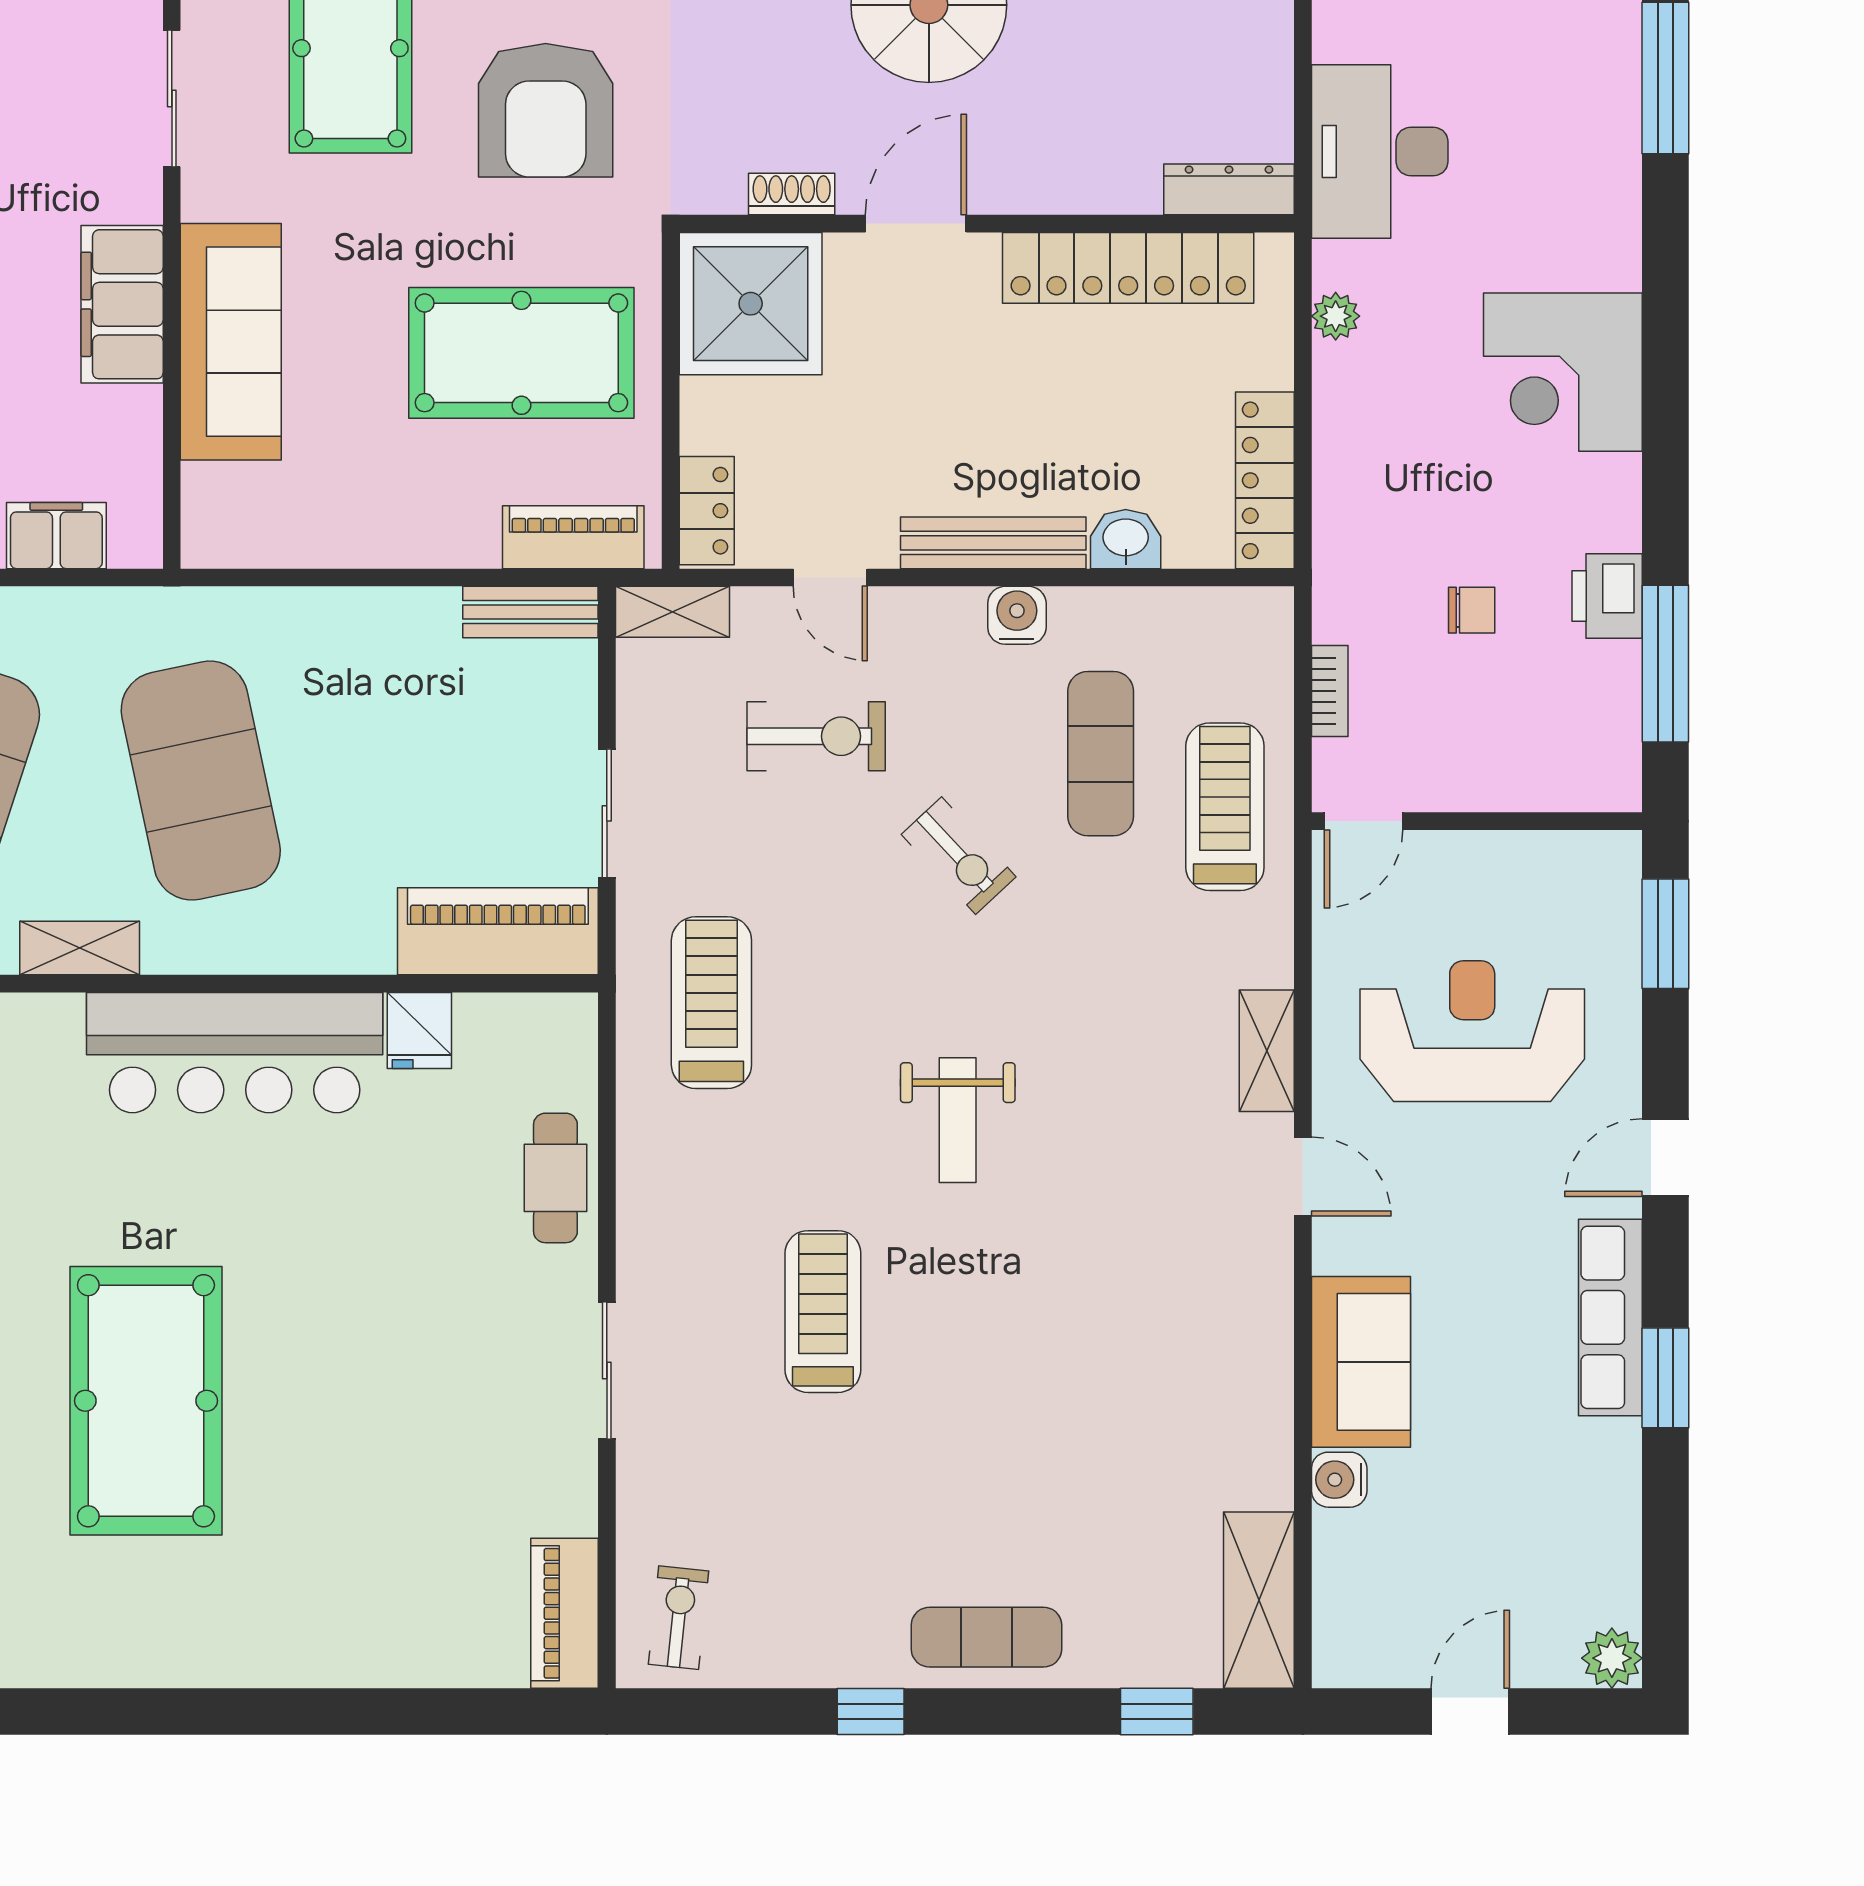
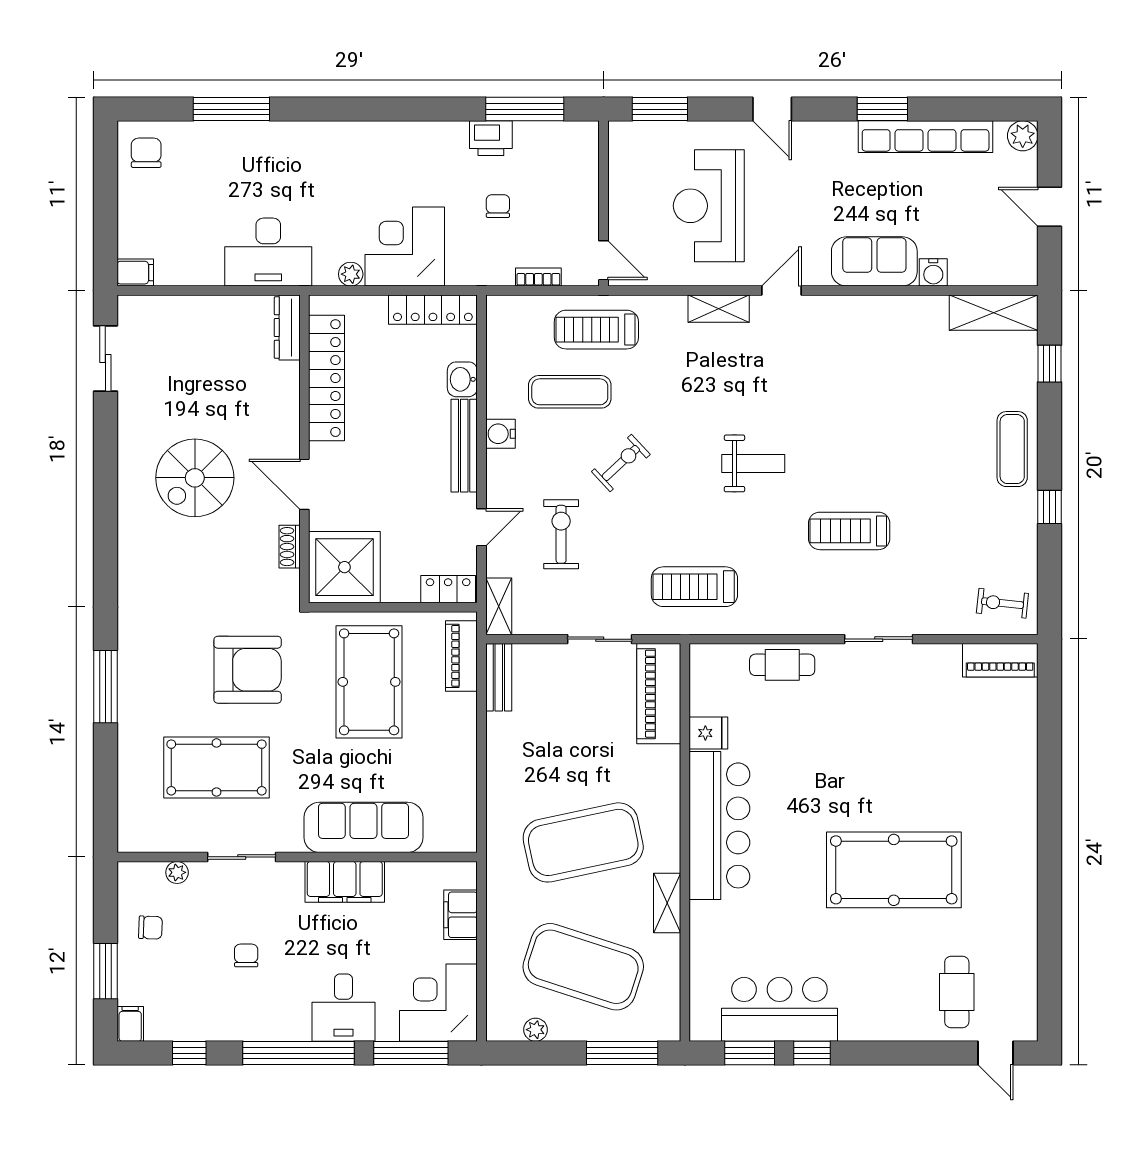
corner desk: (1563, 372) -> (405, 247), moved, turned 180
row of seats: (1610, 1317) -> (926, 137), moved, width x1.36

